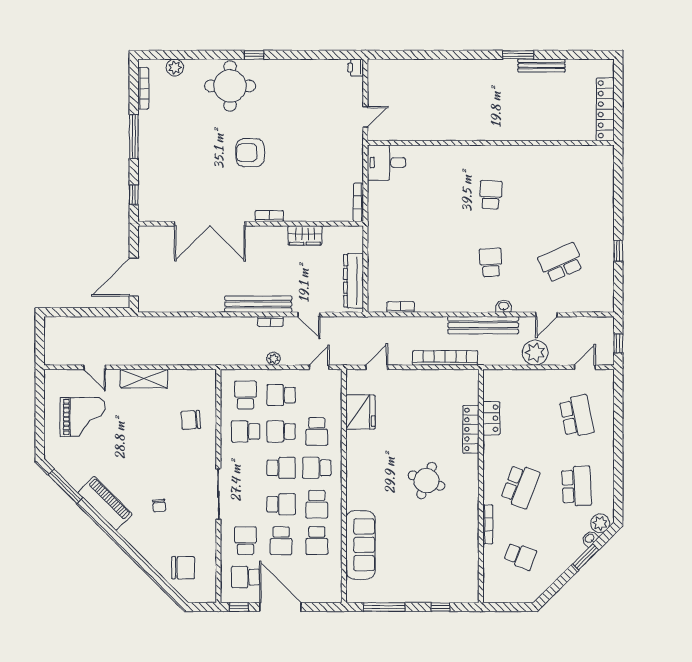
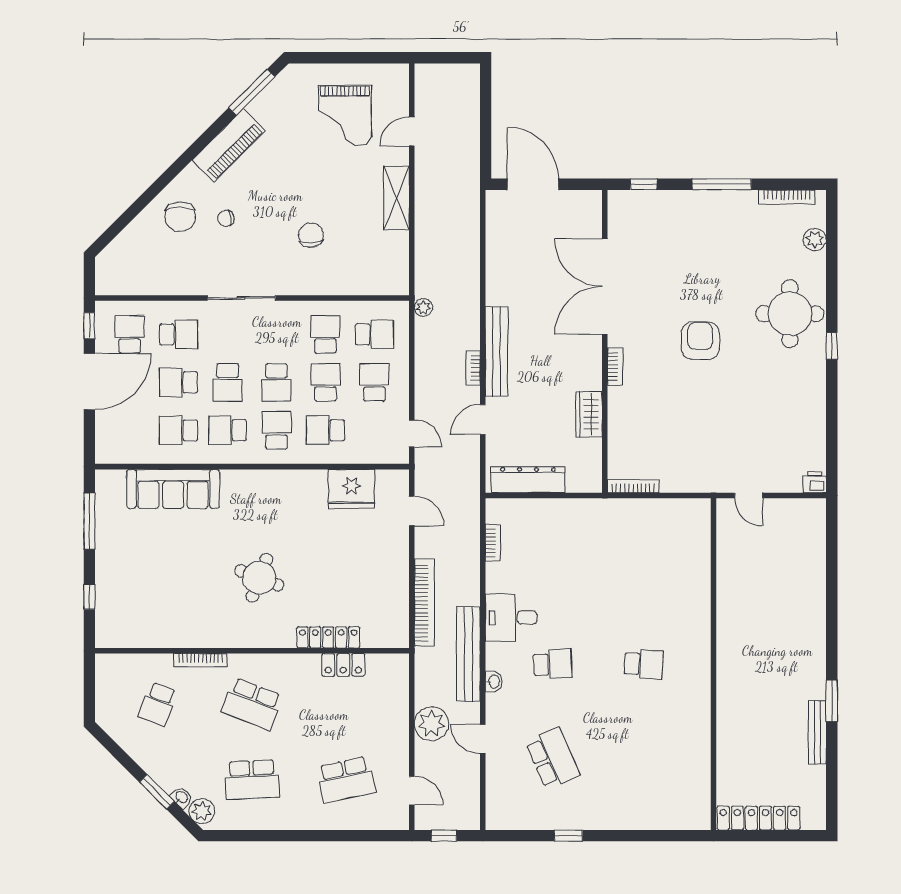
desk: (386, 163) -> (511, 618), moved, turned -90
plant: (274, 359) -> (423, 308), moved
chair: (191, 420) -> (311, 235), moved
chair: (183, 568) -> (180, 217), moved

